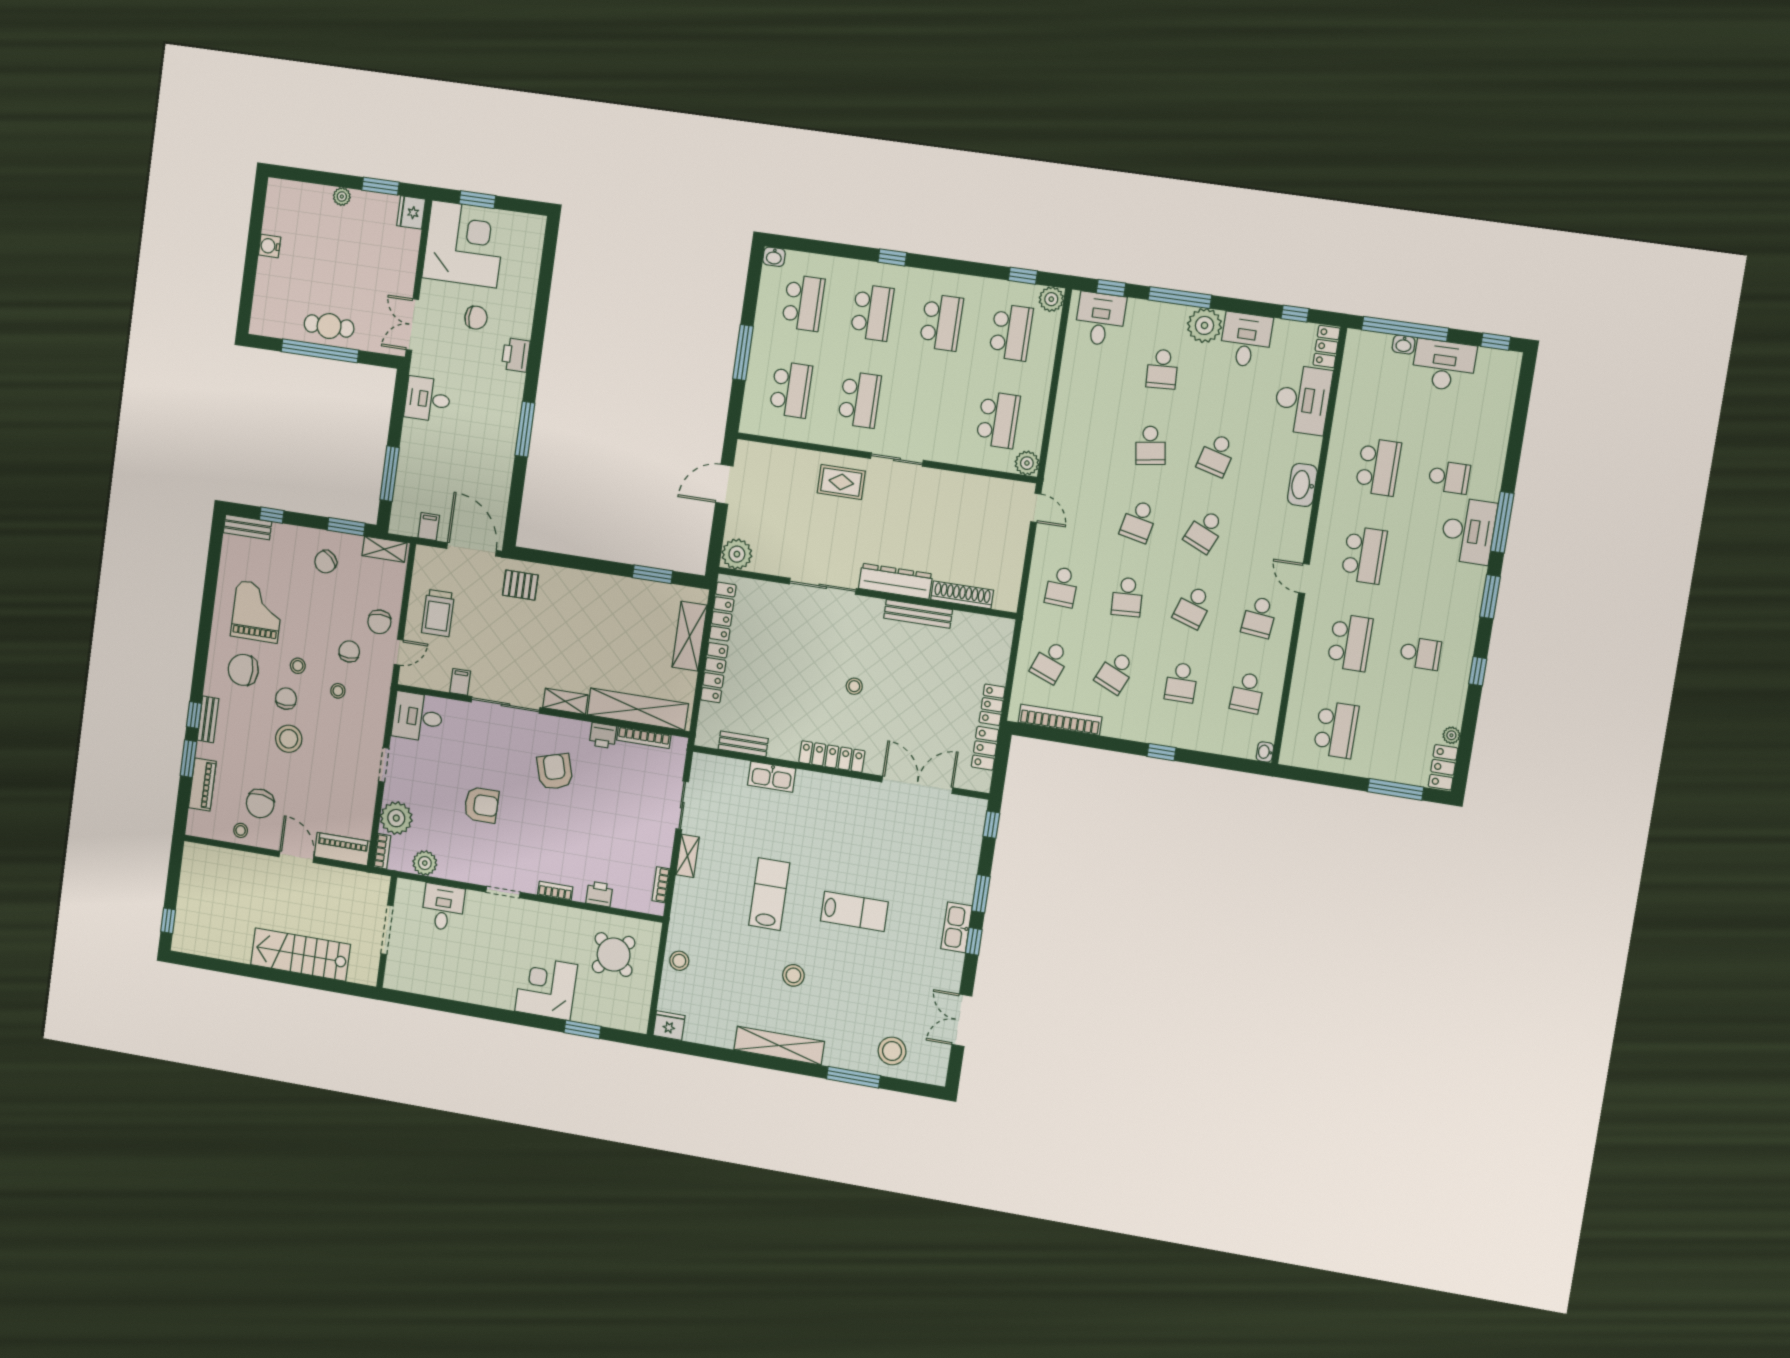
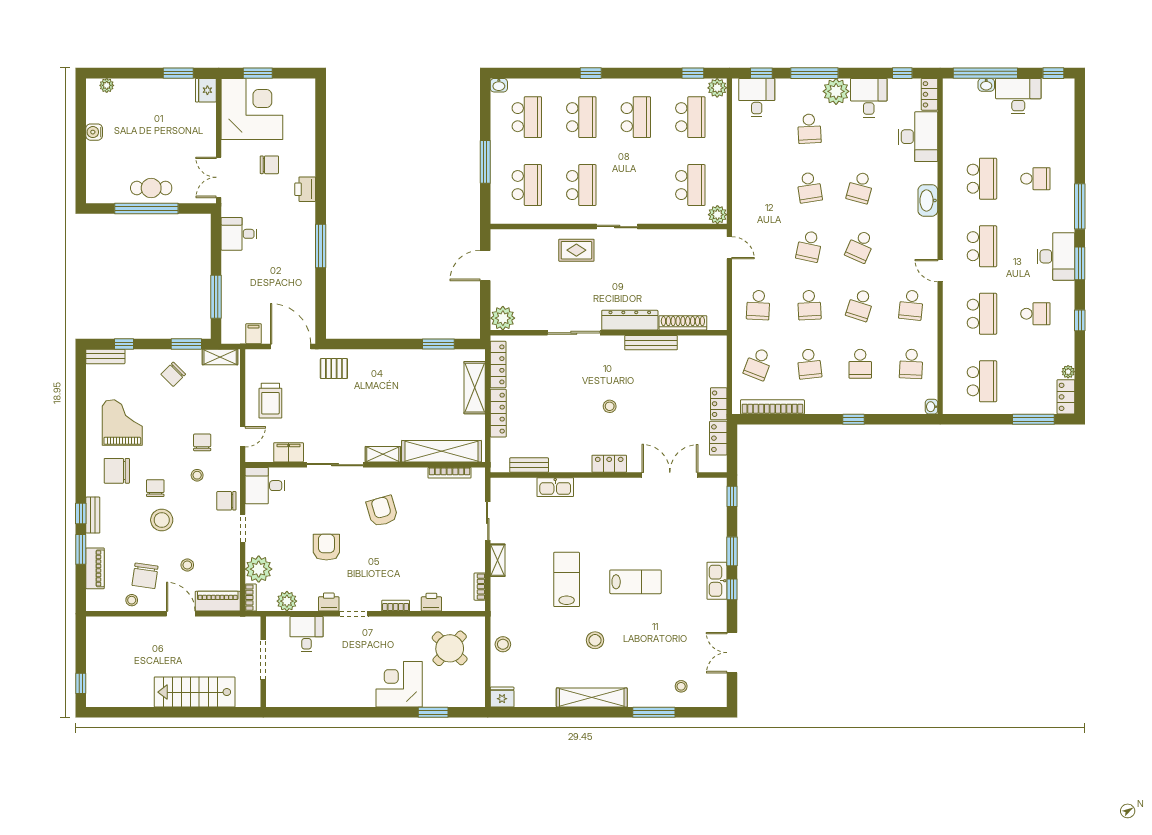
plant: (342, 197) -> (107, 85), moved
desk: (1468, 531) -> (1056, 256), moved
chair: (379, 622) -> (226, 501), moved, turned 90
stool: (298, 666) -> (187, 565), moved
school desk: (1116, 672) -> (809, 364), turned -30
filing cabinet: (460, 682) -> (289, 452), width x2.00
printer: (603, 736) -> (329, 602), moved, turned 180
locker: (832, 757) -> (609, 464), width x0.66
armchair: (481, 805) -> (326, 547), turned -90
stool: (892, 1051) -> (681, 686), width x0.53, depth x0.53

